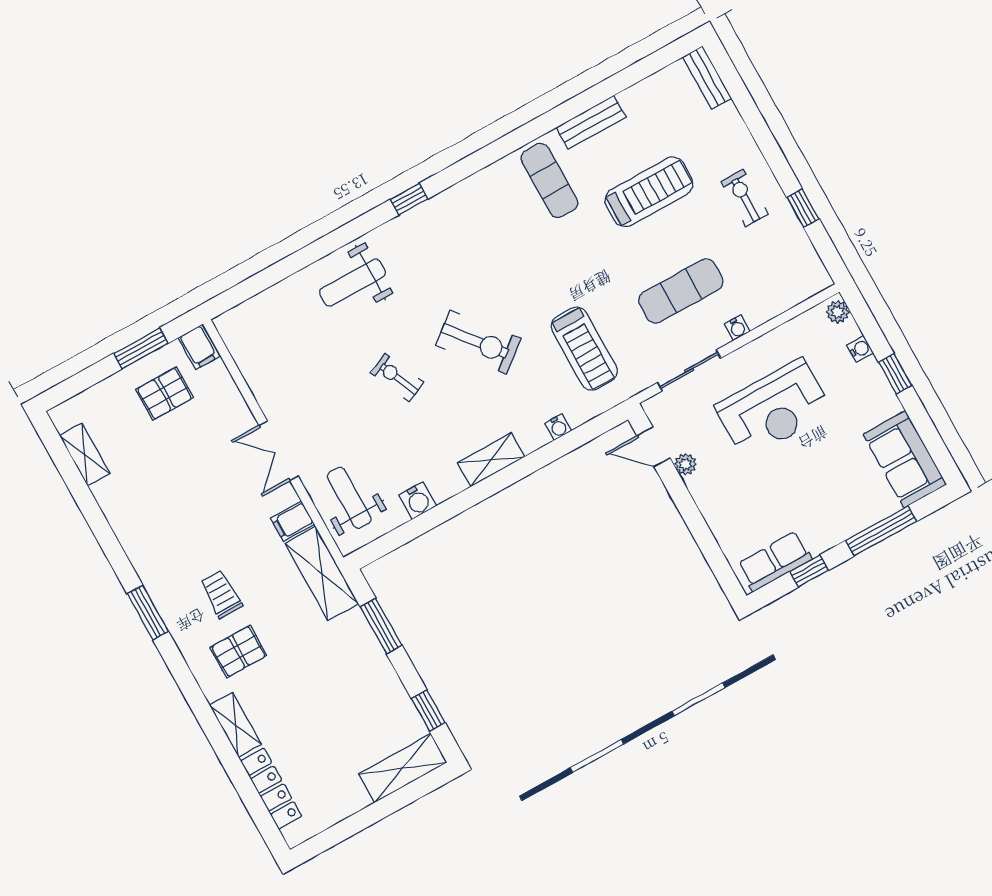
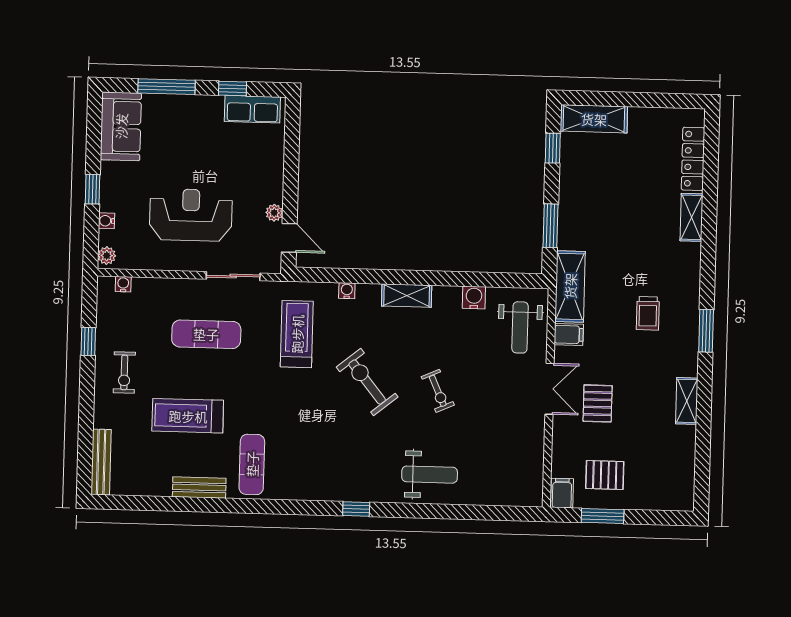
bench: (707, 78) -> (101, 462), width x1.36
water cooler: (737, 328) -> (123, 284), moved
shelving: (85, 454) -> (687, 401), moved
pallet: (238, 652) -> (598, 403), moved, turned 90

